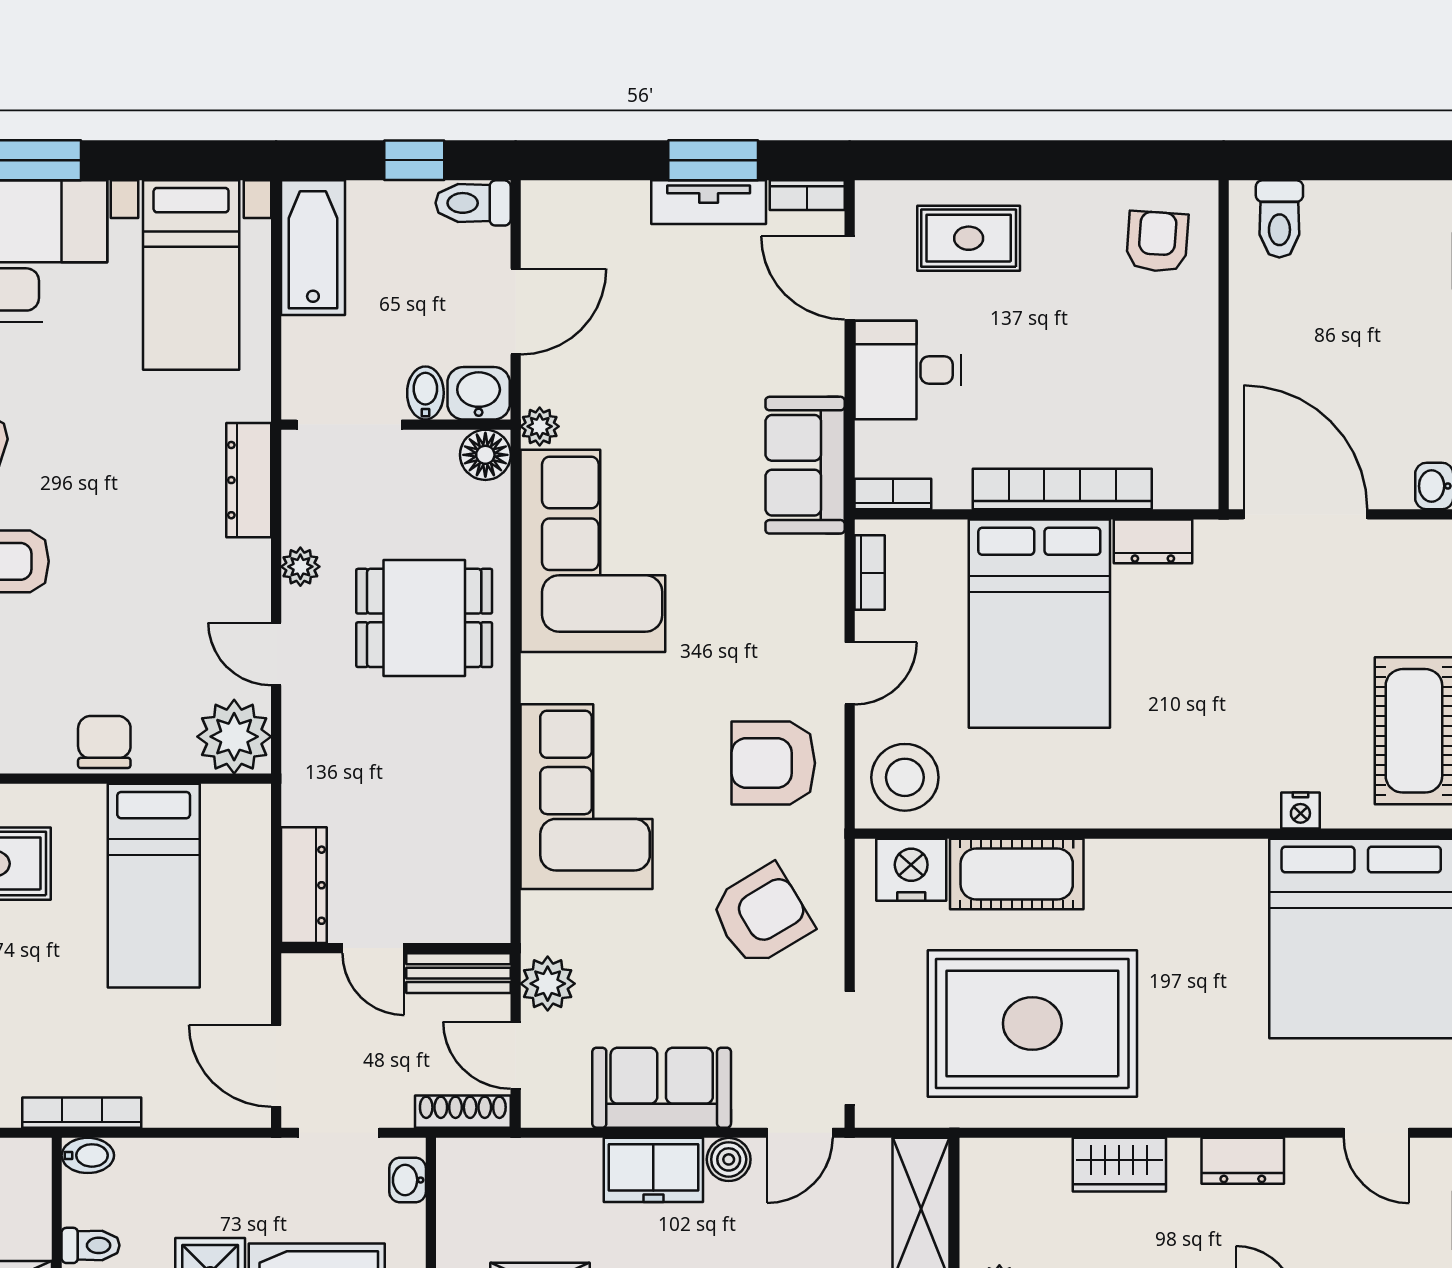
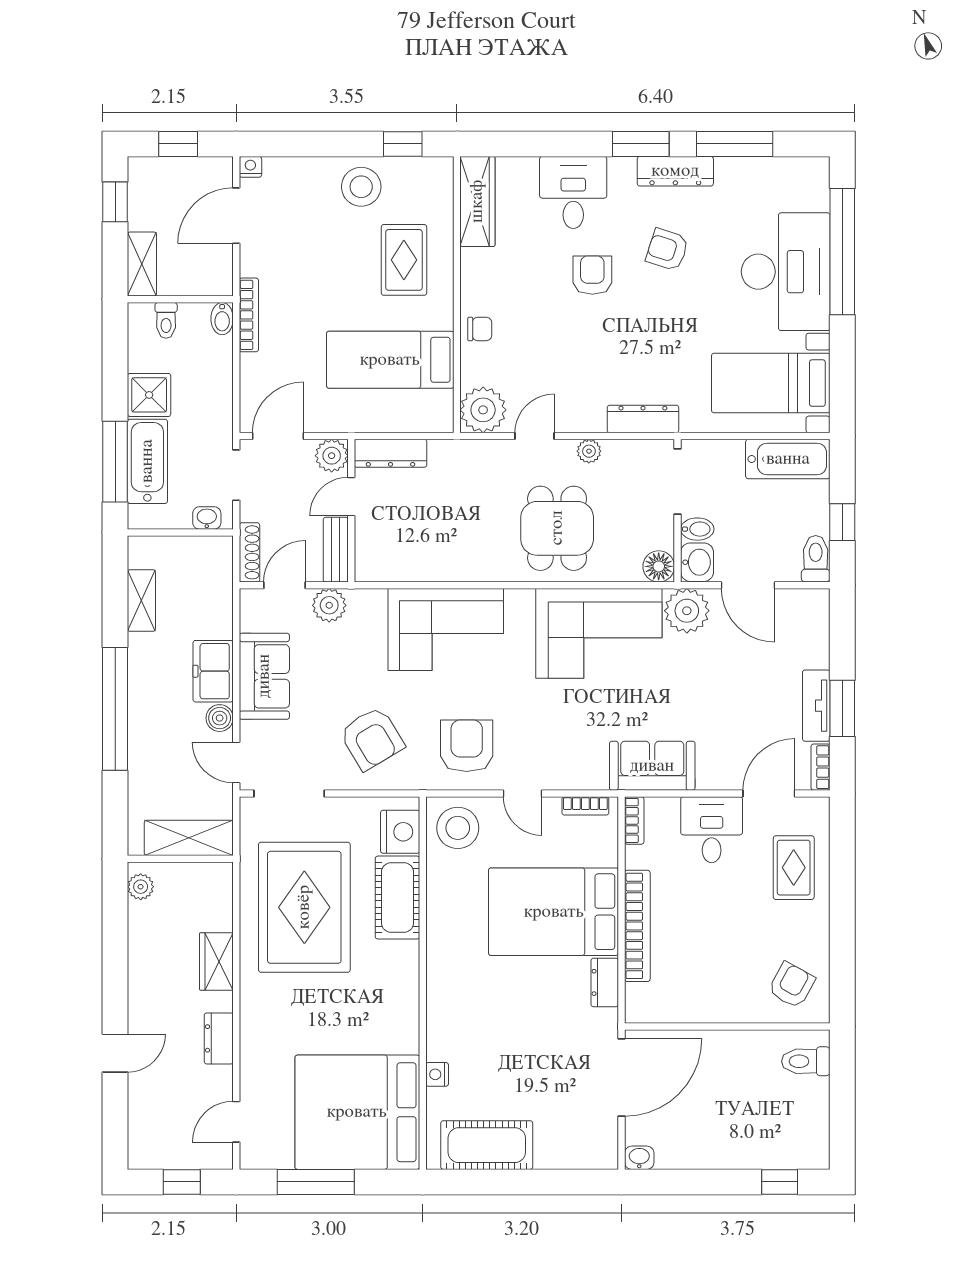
armchair: (1157, 242) -> (792, 985), turned -65
plant: (540, 426) -> (687, 611), width x1.87, depth x1.87
chair: (104, 742) -> (480, 329), width x0.73, depth x0.73
plant: (308, 980) -> (332, 456), added

